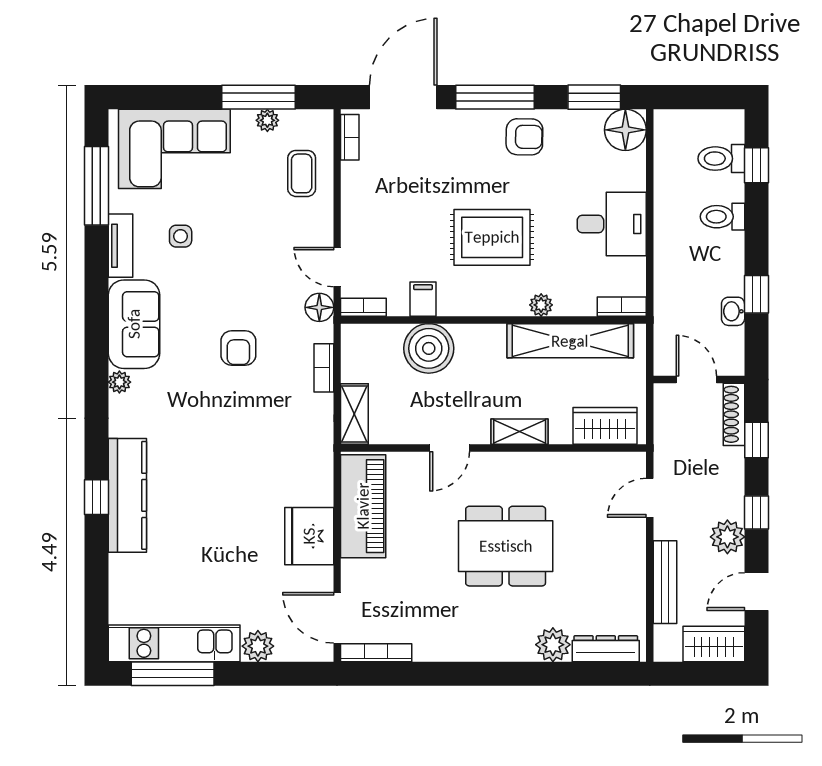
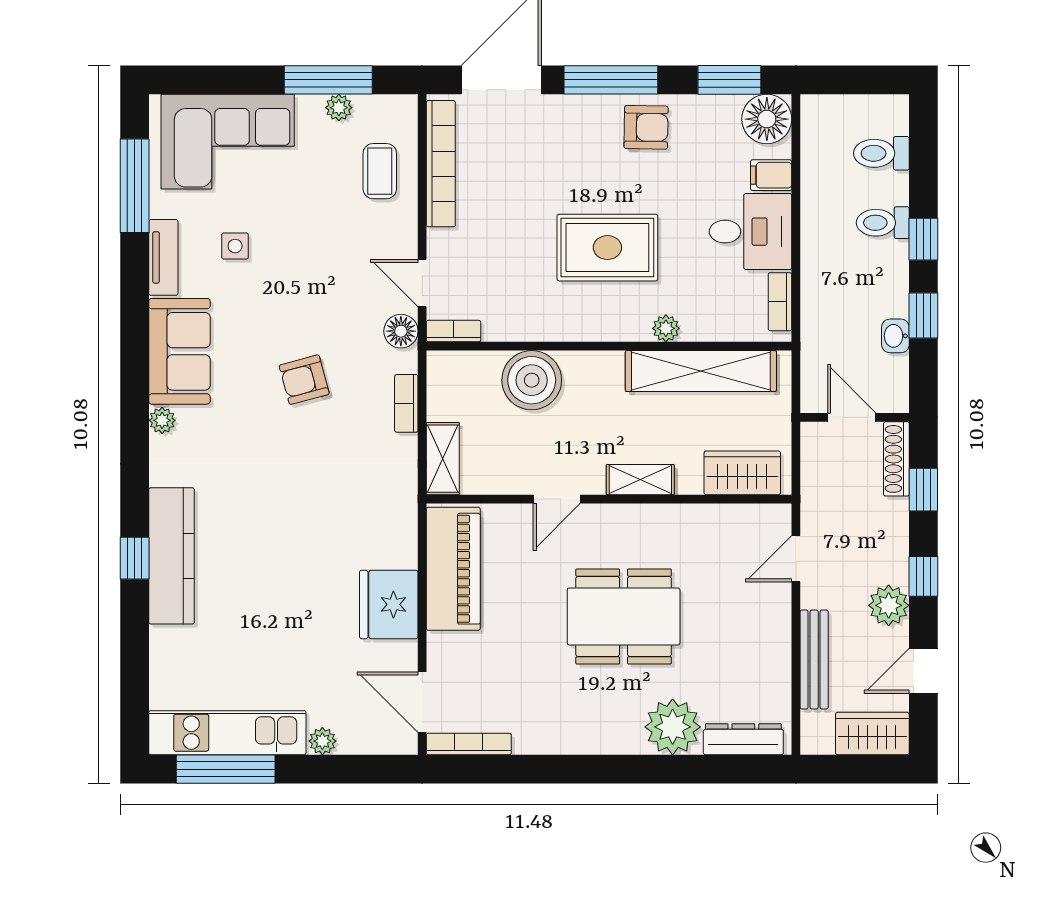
bookcase: (350, 137) -> (441, 164), width x2.31, depth x1.31
window: (756, 165) -> (923, 239), moved
filing cabinet: (423, 299) -> (771, 175), moved, turned -90
bookcase: (622, 307) -> (780, 302), moved, turned -90
armchair: (238, 348) -> (304, 380), turned 75
plant: (553, 645) -> (673, 727), width x1.36, depth x1.36
plant: (258, 646) -> (322, 741), width x0.73, depth x0.73

